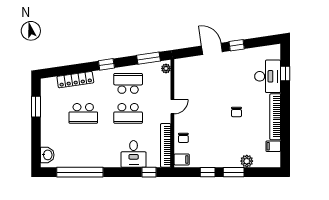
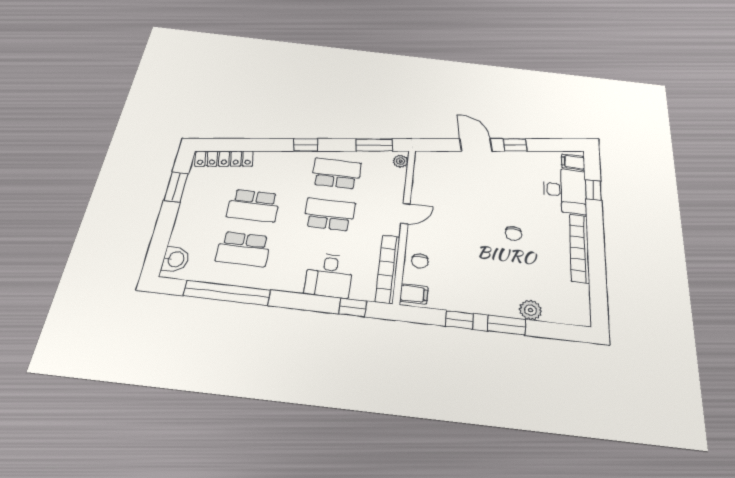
locker: (75, 80) -> (224, 159), moved
school desk: (128, 113) -> (329, 214), turned 180
school desk: (83, 143) -> (243, 249), added
filing cabinet: (273, 146) -> (573, 162), moved

